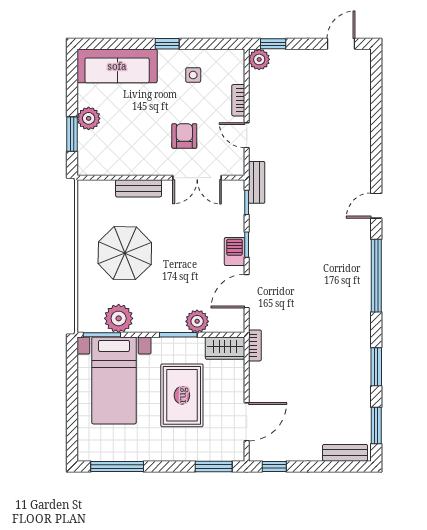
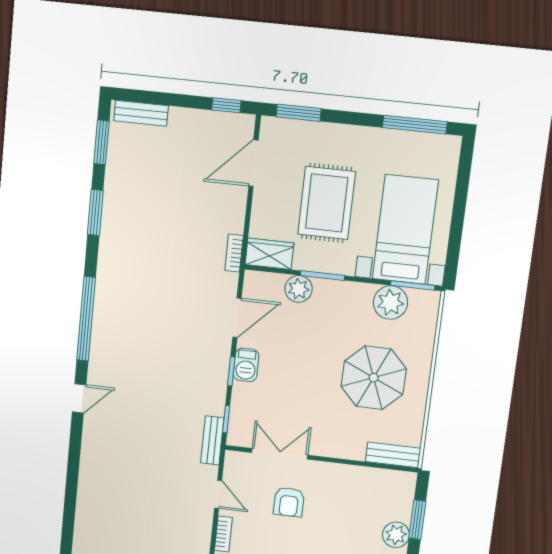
bench: (139, 188) -> (393, 455), moved

